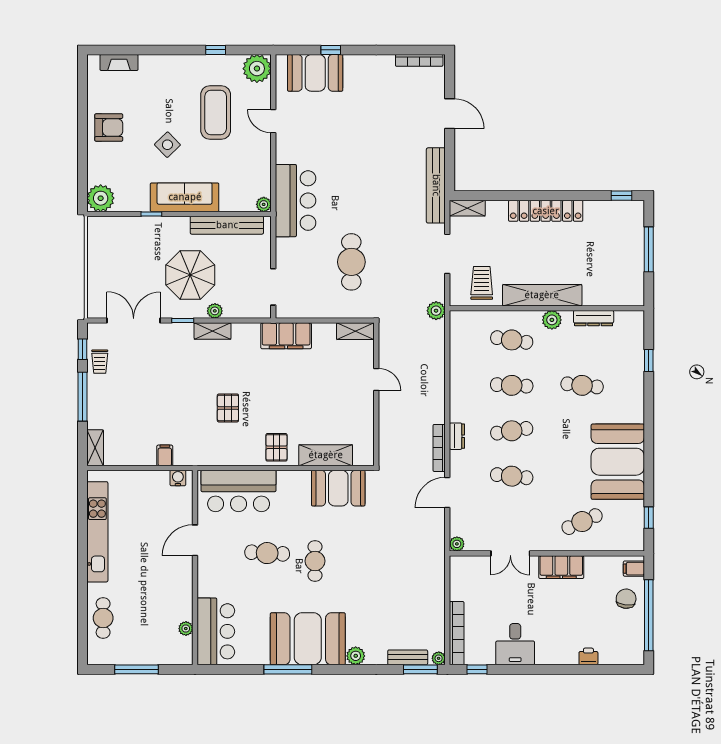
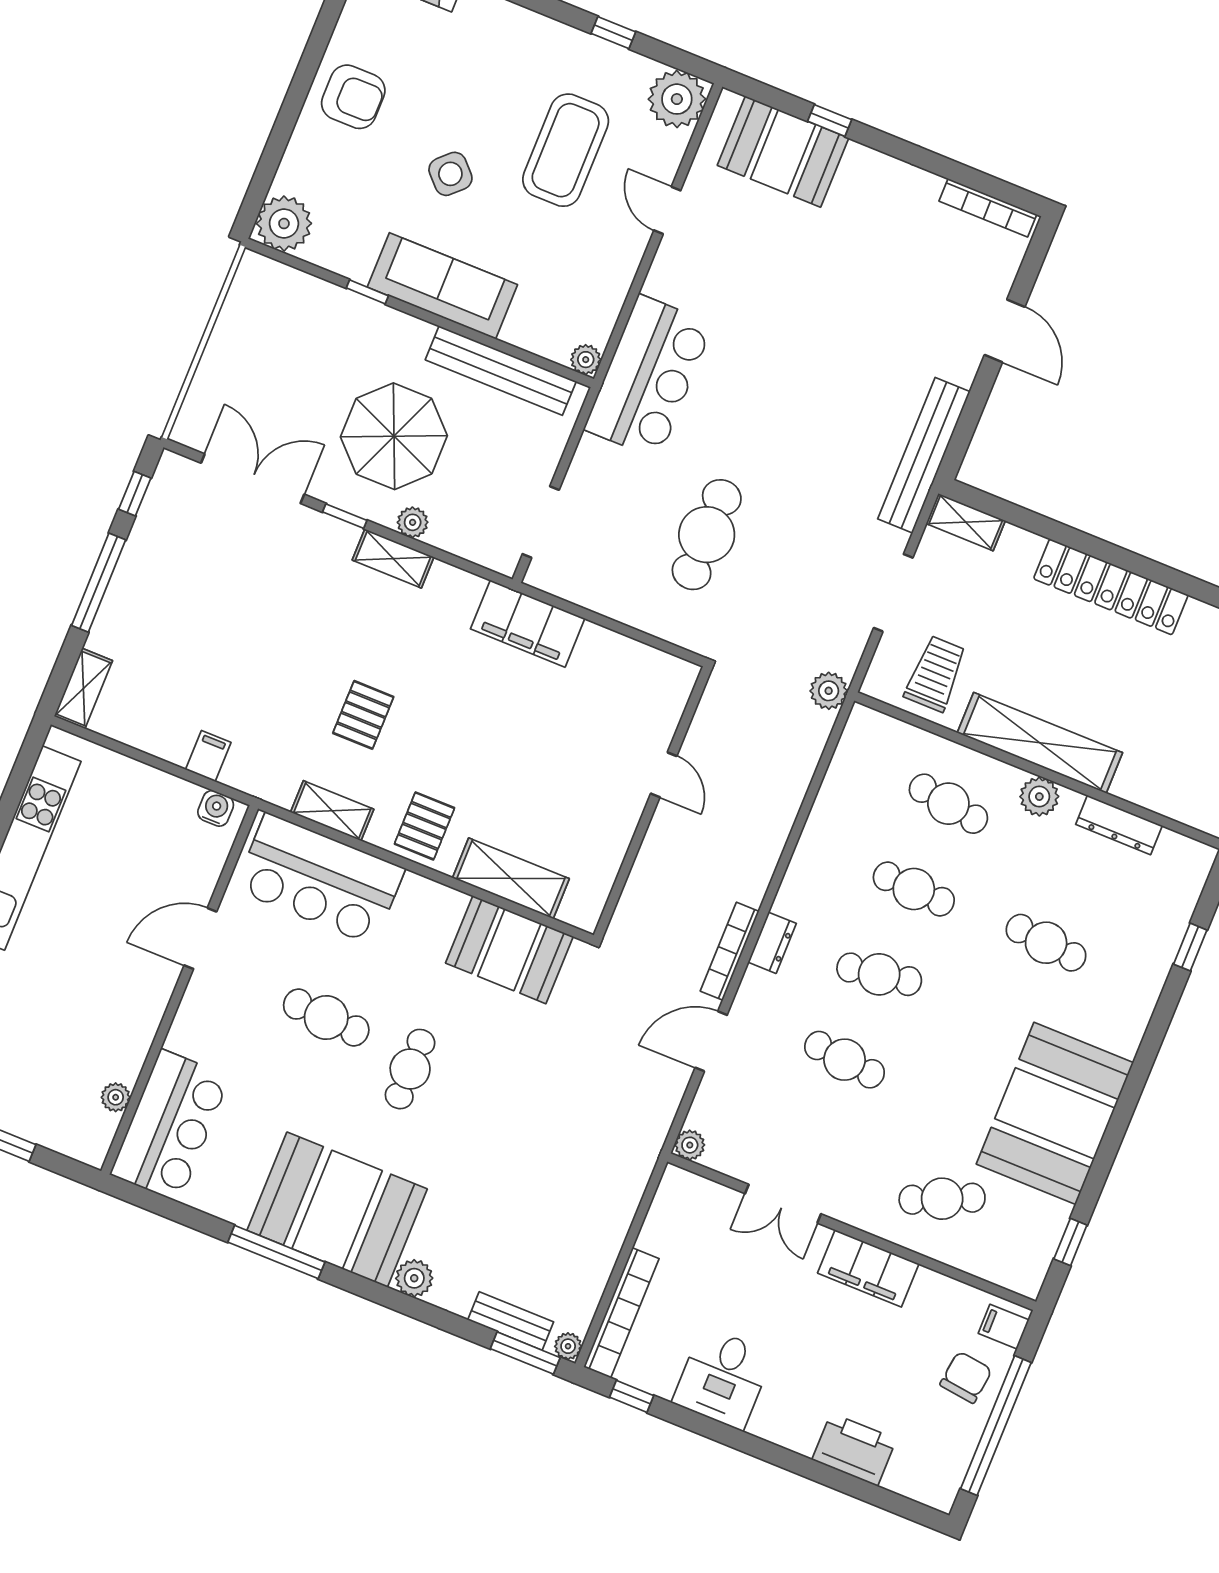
shelving: (355, 331) -> (332, 811), moved
trolley: (100, 362) -> (158, 530), removed
printer: (588, 656) -> (854, 1449), width x1.87, depth x1.48

